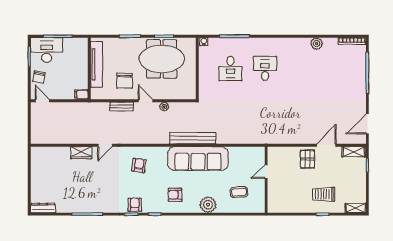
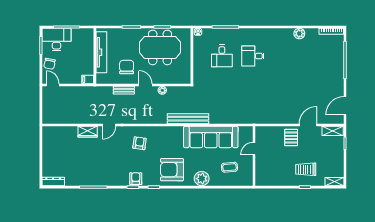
desk: (265, 68) -> (253, 56), turned -90
chair: (125, 81) -> (127, 67), turned 180
sofa: (198, 159) -> (211, 137), moved
armchair: (175, 195) -> (172, 170), width x1.88, depth x1.88

